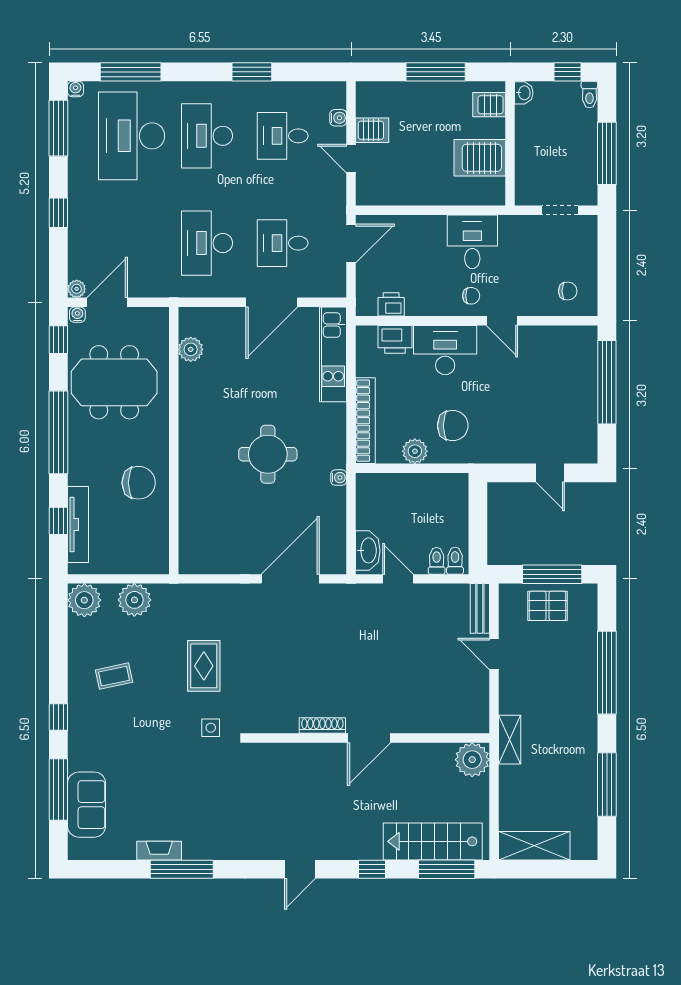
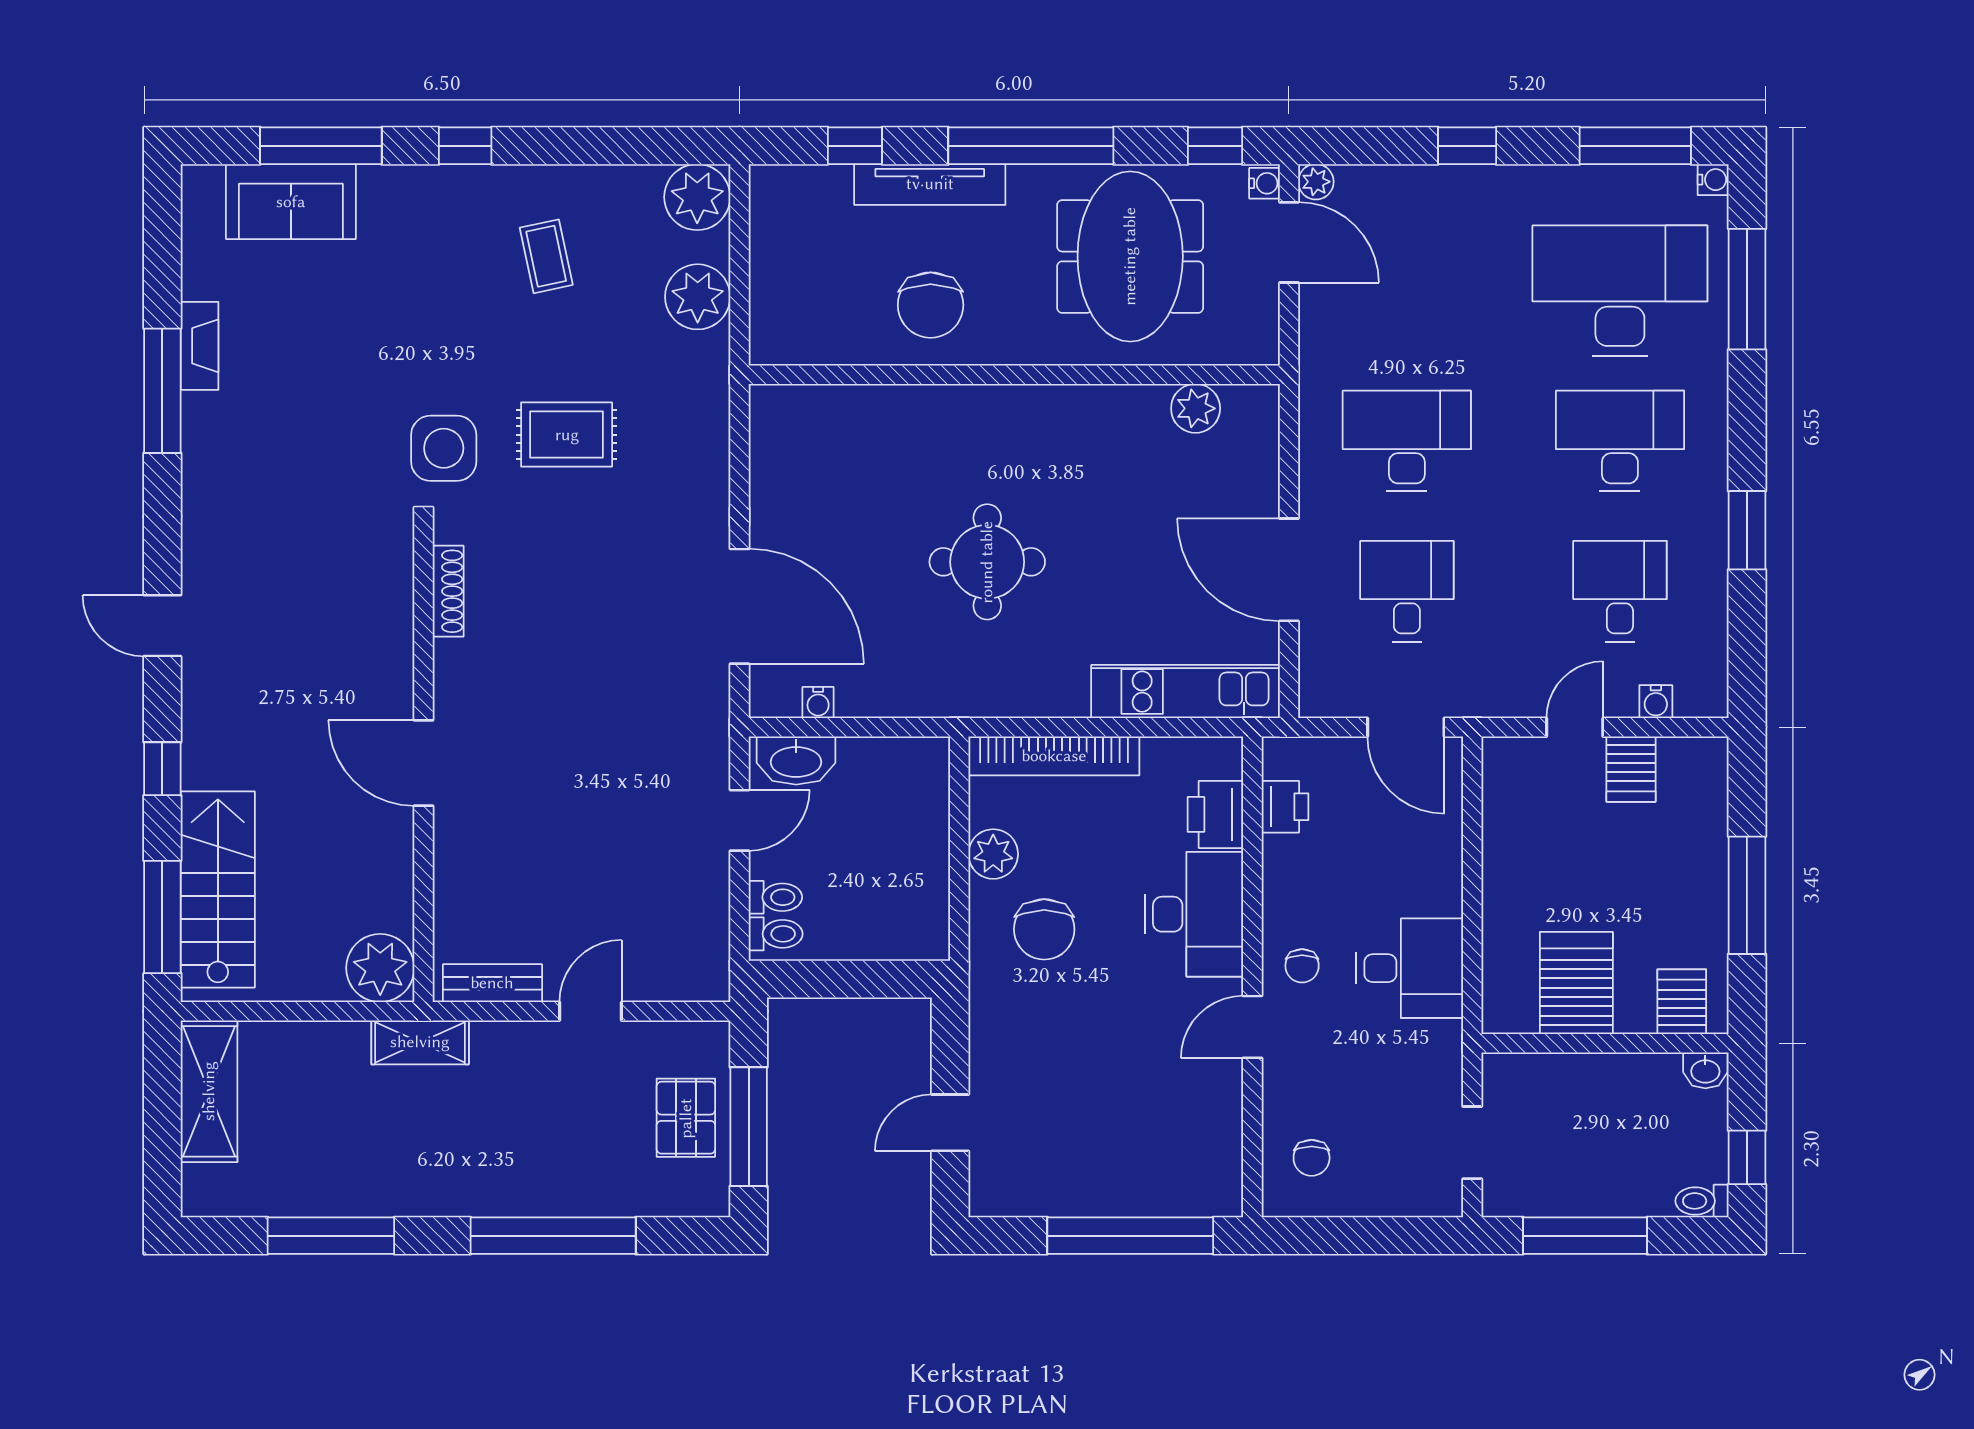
water cooler: (339, 478) -> (818, 703), moved
tv unit: (78, 524) -> (930, 184), moved
bench: (480, 608) -> (492, 983), moved
shoe rack: (322, 726) -> (448, 591), moved
side table: (211, 728) -> (444, 448), width x1.87, depth x1.87

